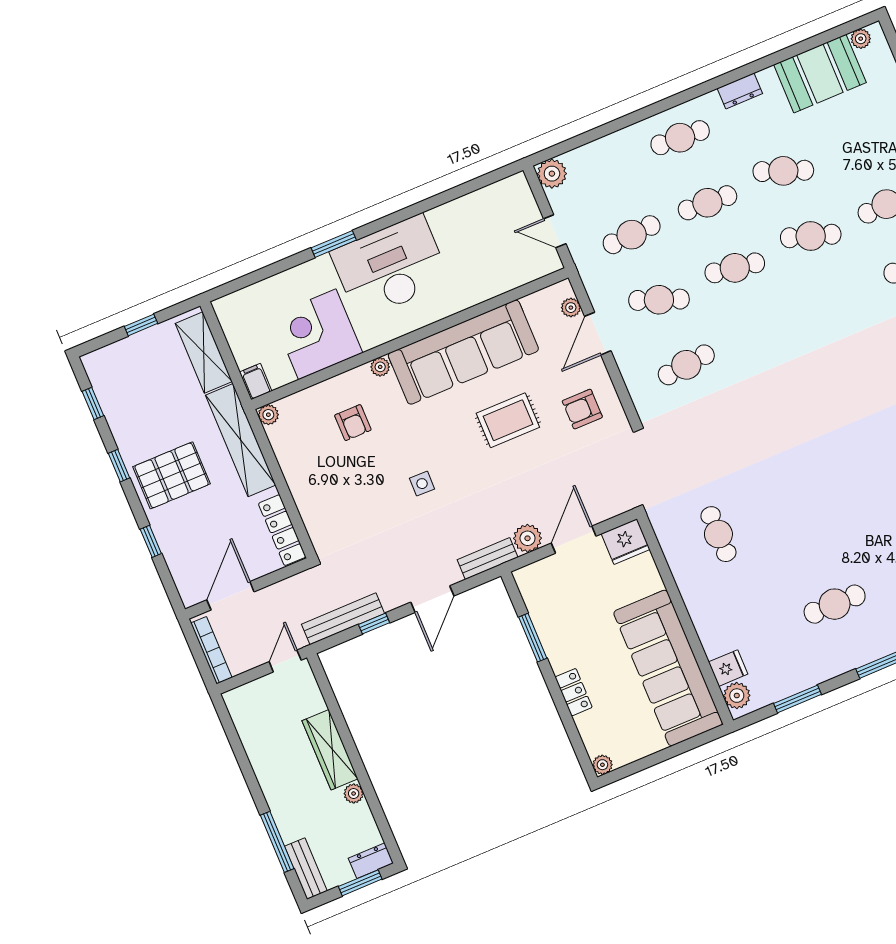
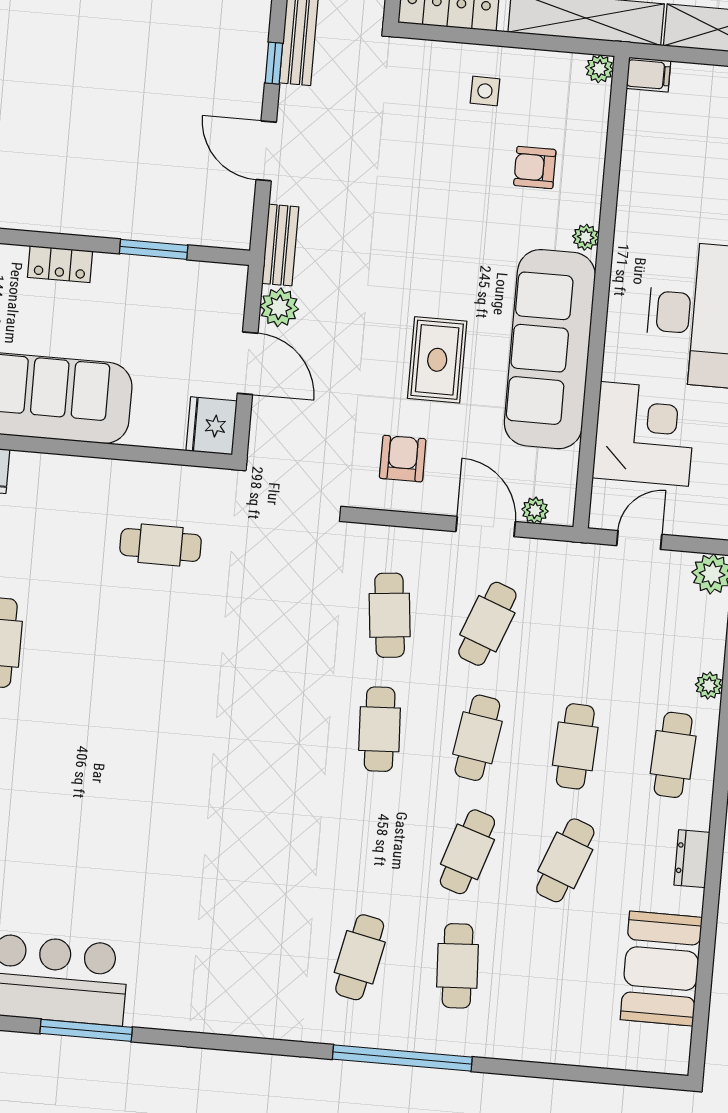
plant: (861, 39) -> (709, 686), moved
cafe table: (632, 235) -> (380, 729), moved
corner desk: (317, 334) -> (644, 434), moved
side table: (422, 484) -> (485, 91), moved

